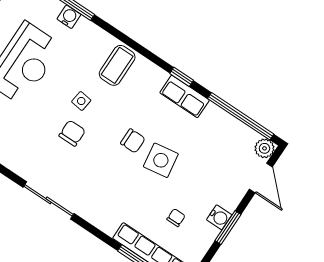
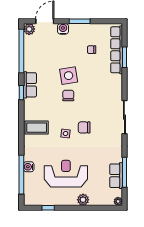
water cooler: (219, 217) -> (63, 29), moved

